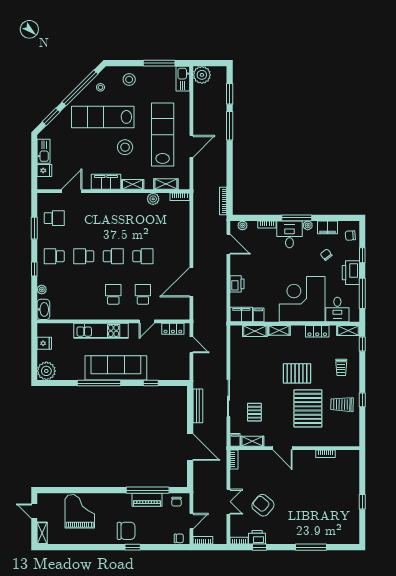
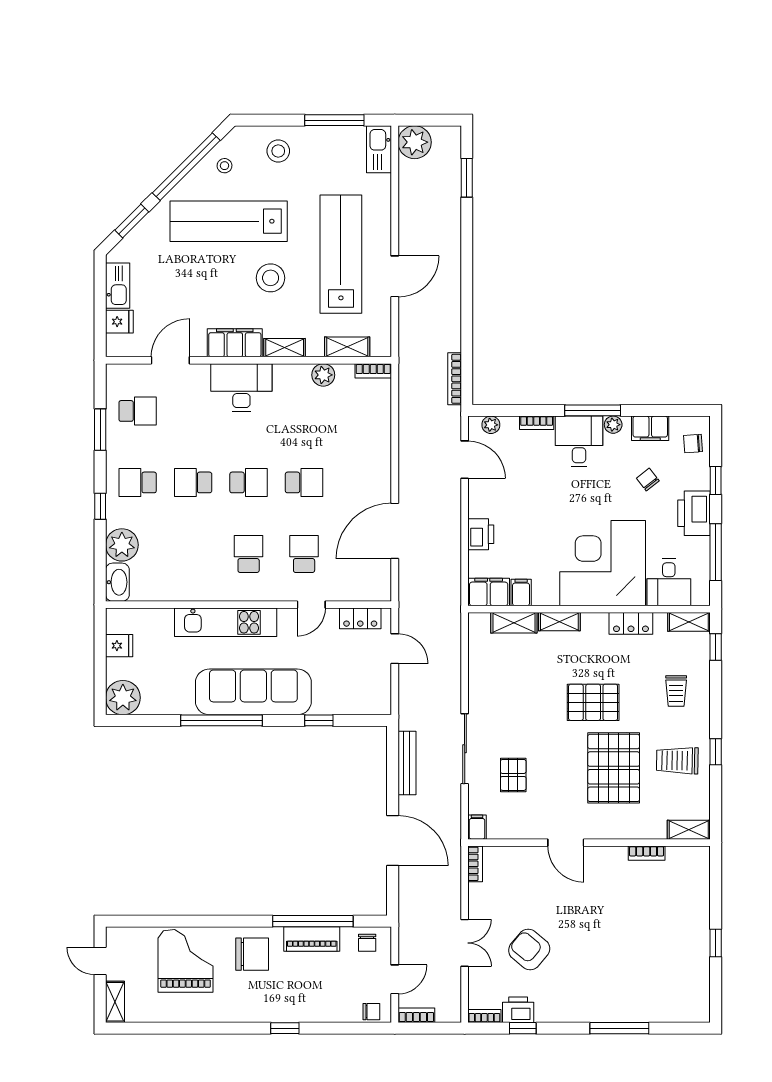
window: (230, 126) -> (467, 238), removed
desk: (110, 206) -> (241, 388), added
plant: (42, 290) -> (122, 545), width x1.88, depth x1.88
shelving: (252, 441) -> (689, 830), moved
chair: (126, 531) -> (252, 954), moved

